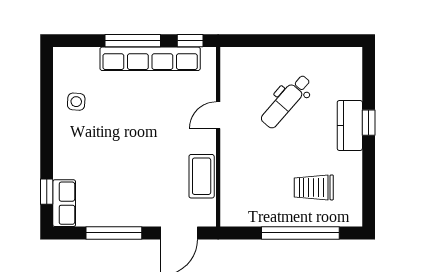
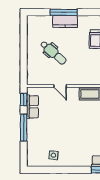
row of seats: (150, 59) -> (33, 107), width x0.50
window: (369, 123) -> (64, 12), width x2.17

